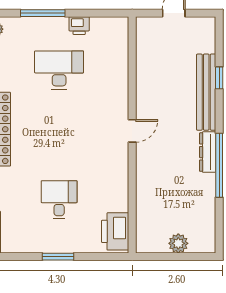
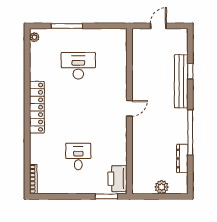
printer: (79, 26) -> (92, 35), removed
dresser: (208, 152) -> (182, 159), moved
window: (58, 257) -> (106, 196), moved

